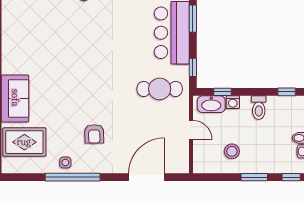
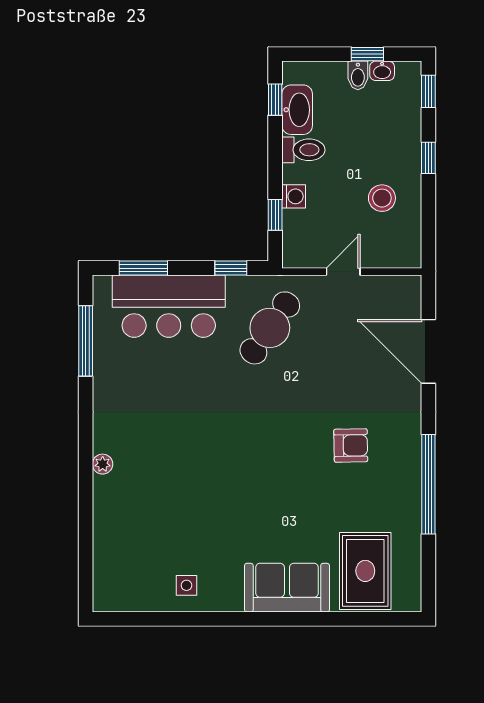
cafe table: (160, 89) -> (270, 328), turned 35
washbasin: (211, 104) -> (297, 110), moved
side table: (65, 163) -> (186, 585), moved
window: (254, 177) -> (428, 158), width x0.67

